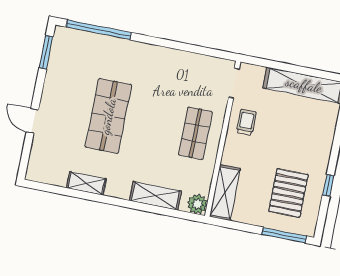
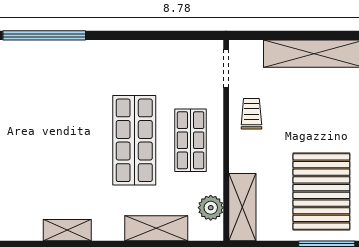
shop shelf: (108, 116) -> (134, 140), moved
pallet: (288, 193) -> (321, 191), width x1.37, depth x1.41
plant: (197, 204) -> (211, 208), moved

